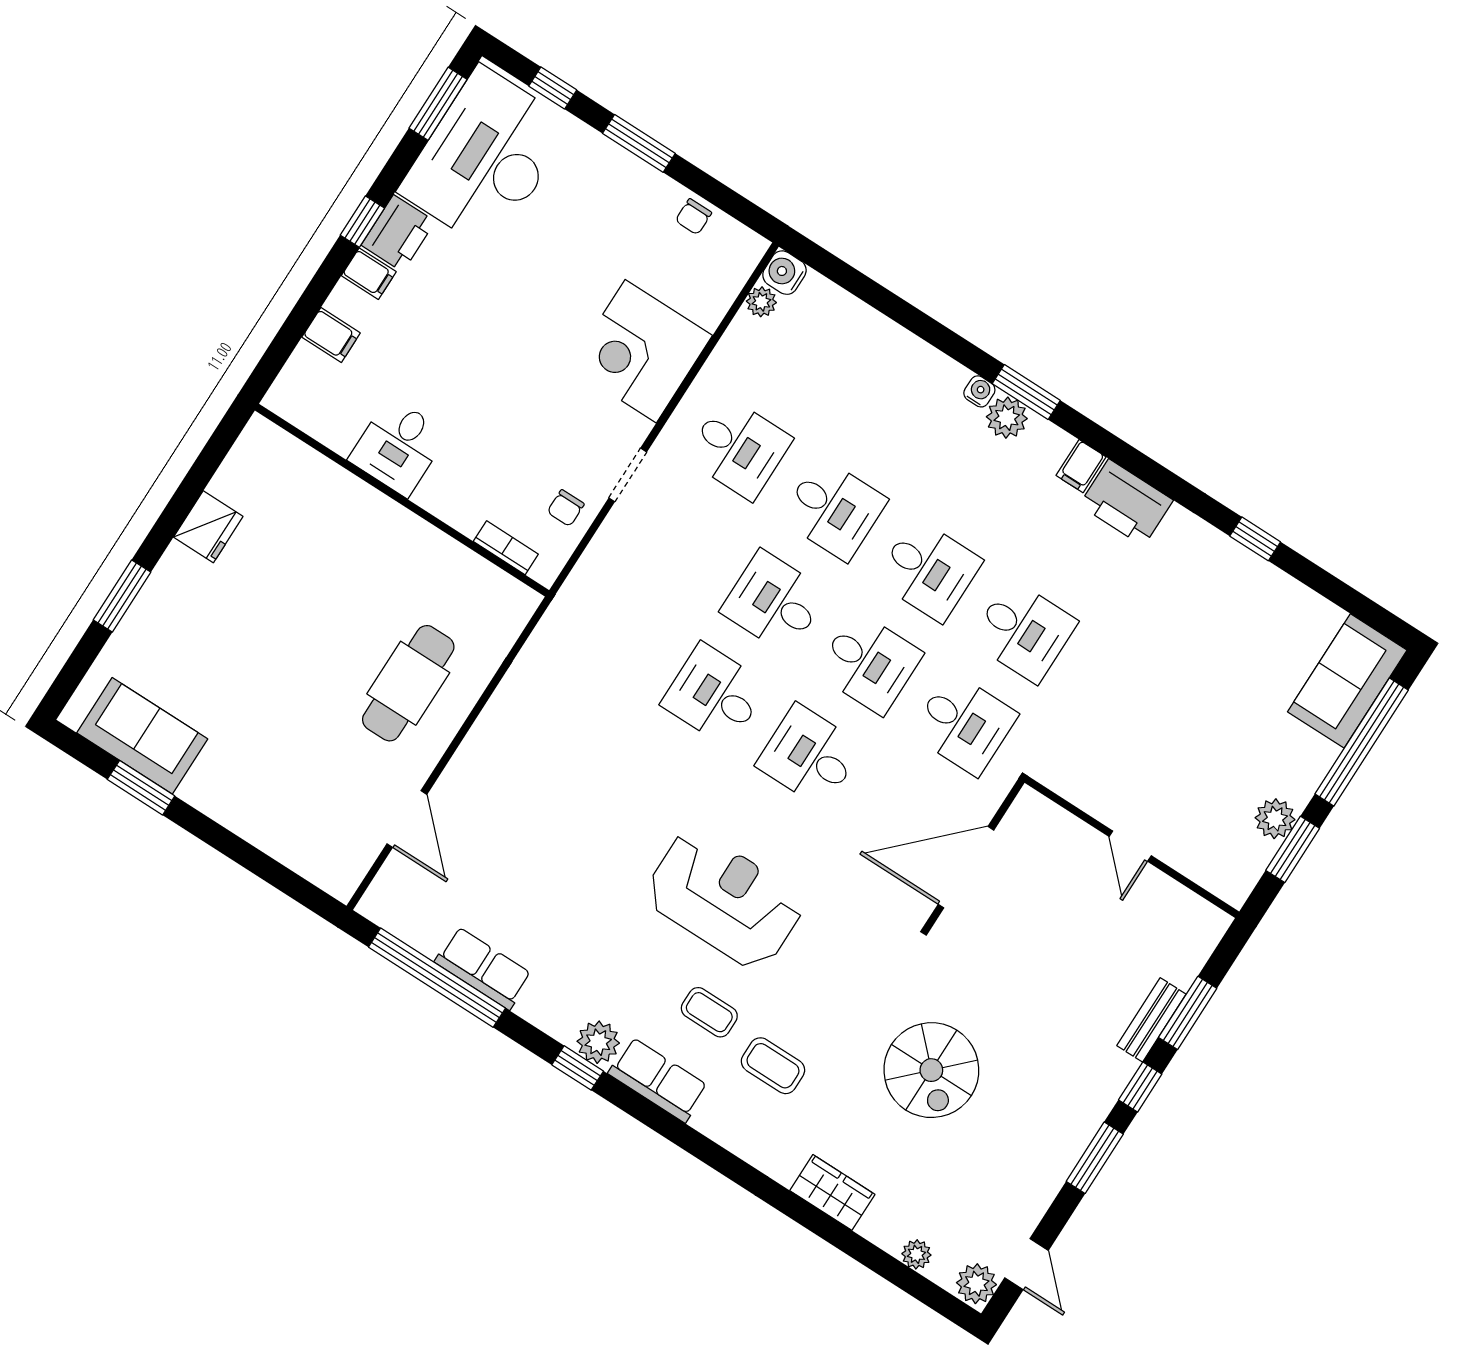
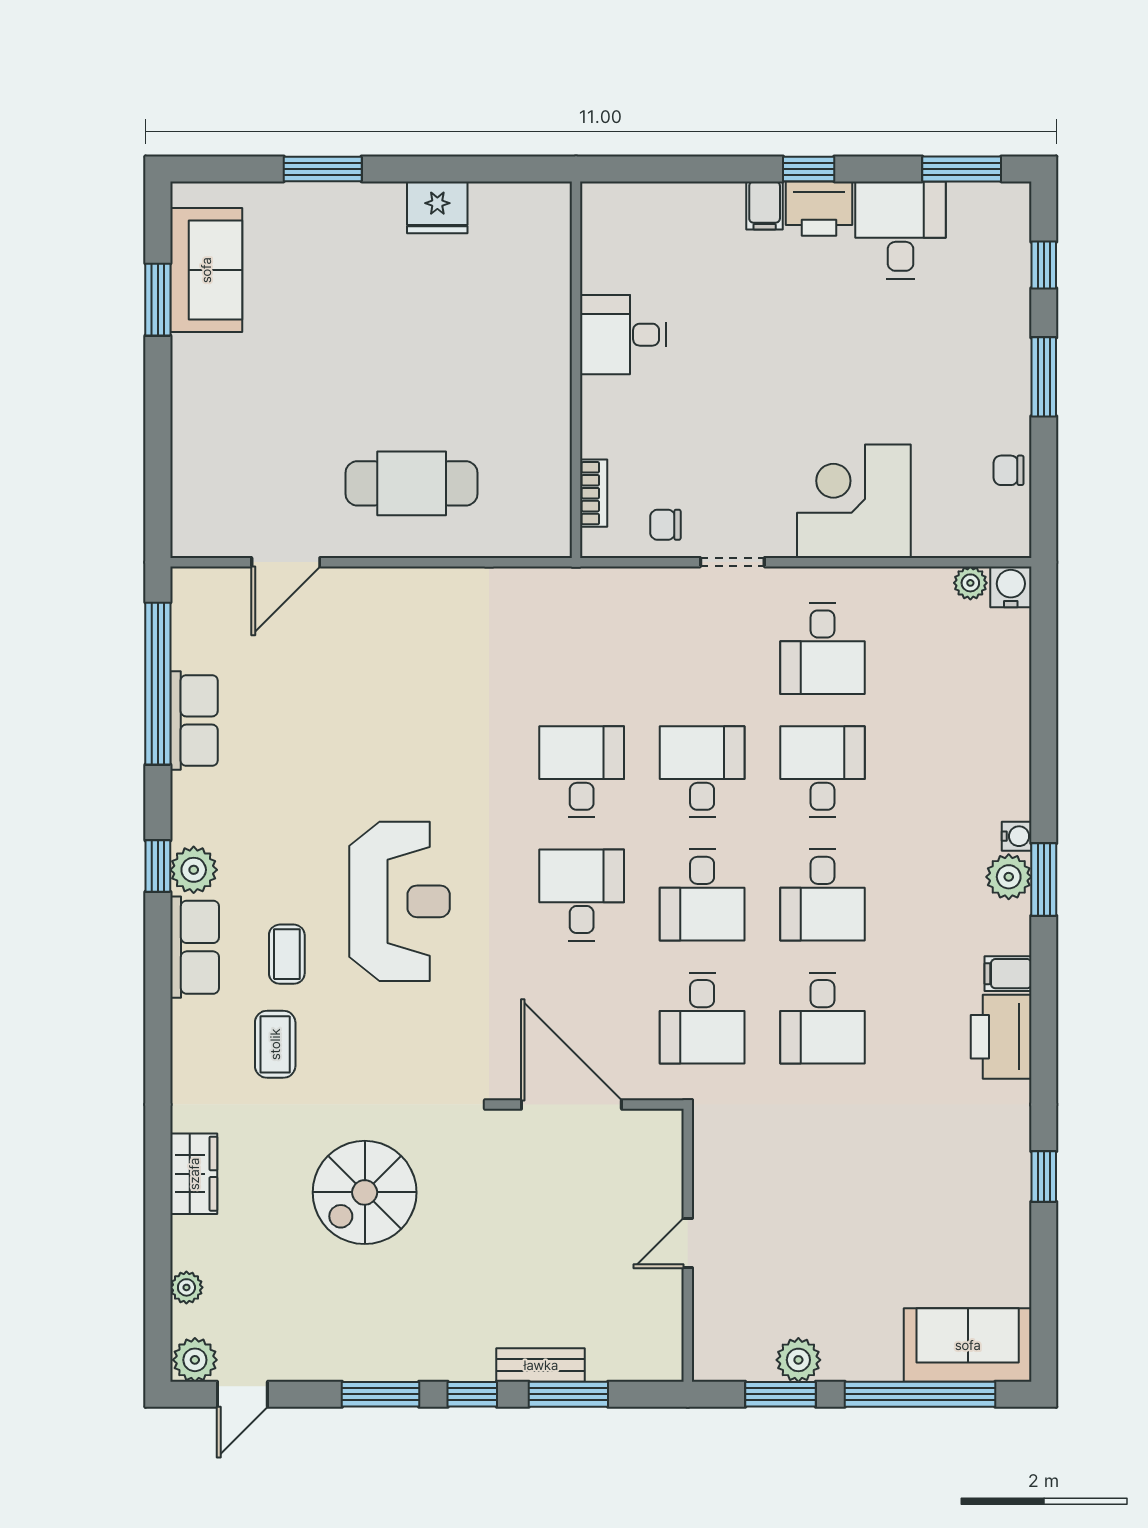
desk: (486, 158) -> (901, 230), width x0.53, depth x0.77
filing cabinet: (331, 335) -> (686, 207), removed
desk: (834, 509) -> (822, 772), turned 180

